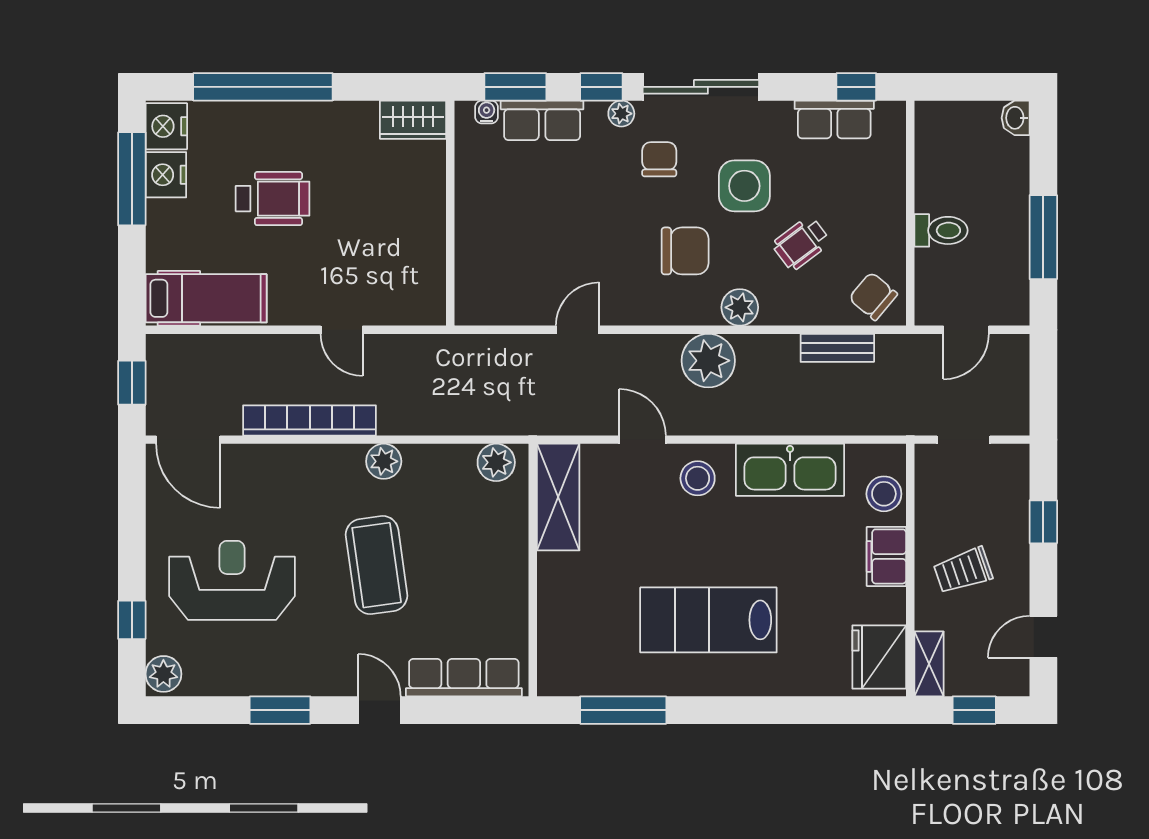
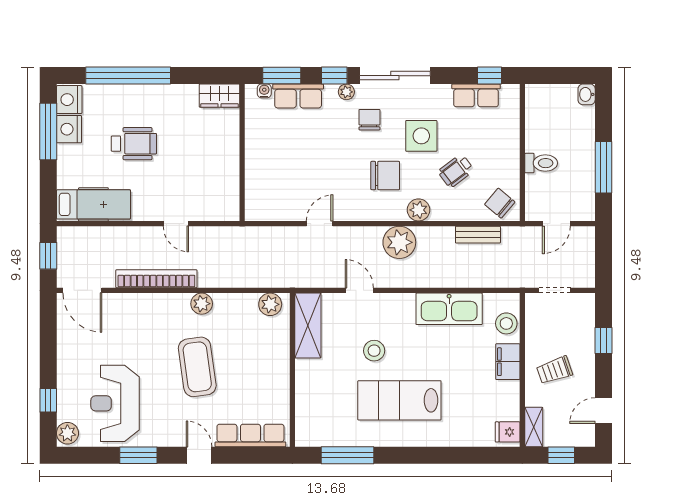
stool: (698, 478) -> (374, 351), moved
reception desk: (232, 580) -> (115, 403), moved, turned -90
fridge: (879, 657) -> (508, 432), width x0.53, depth x0.75

